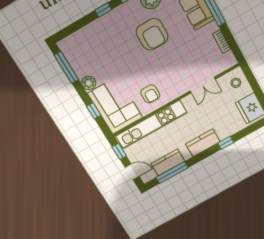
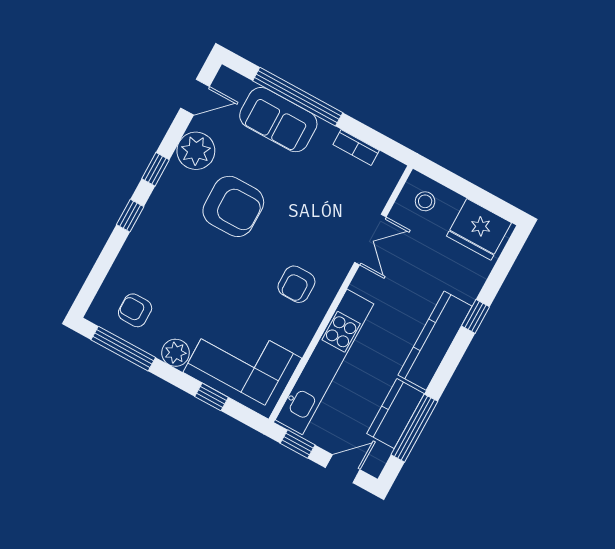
armchair: (81, 54) -> (135, 310), added
armchair: (150, 94) -> (296, 284), moved, turned 90
kitchen counter: (203, 143) -> (435, 341), width x1.50

